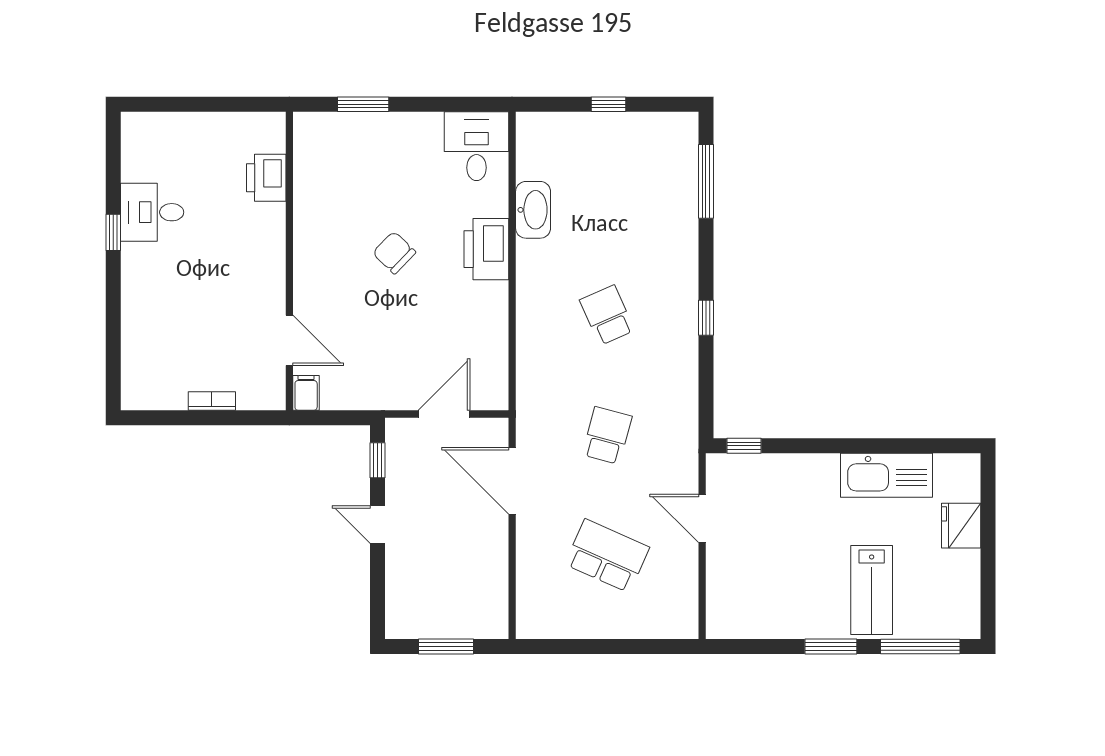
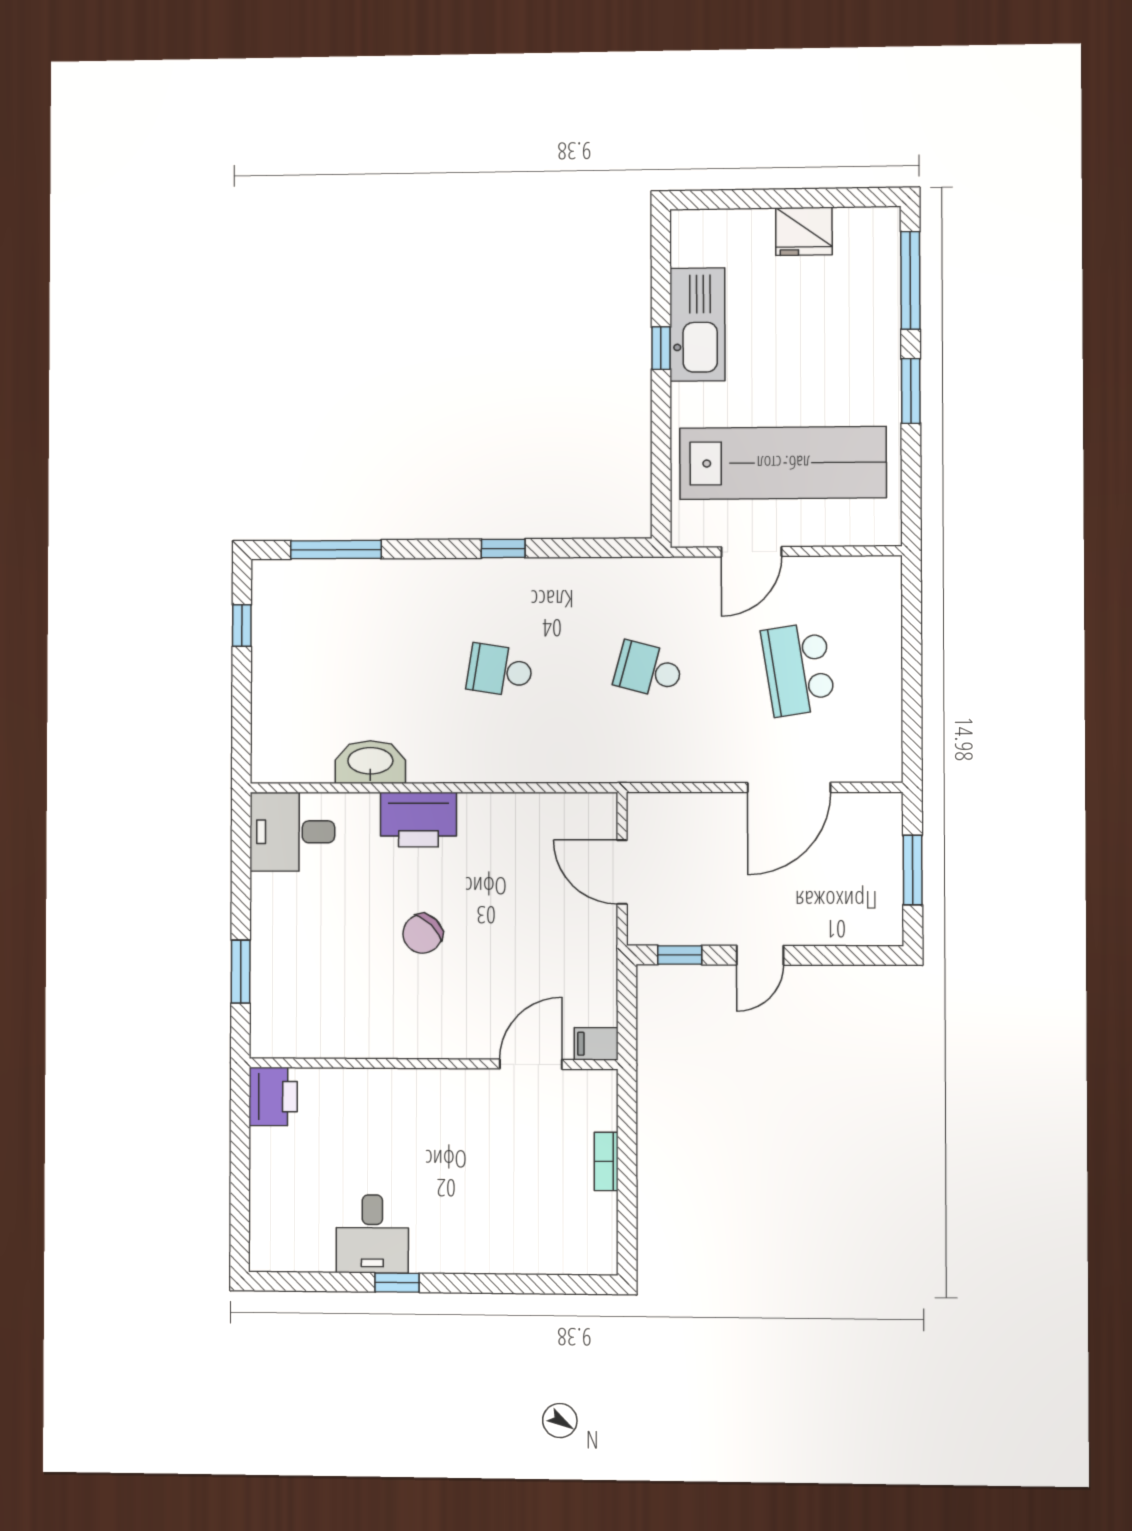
window: (608, 104) -> (242, 626), moved
printer: (266, 178) -> (273, 1097), moved, turned -90
school desk: (607, 315) -> (500, 670), turned 33
window: (744, 446) -> (661, 348), moved
door: (512, 481) -> (789, 787), moved
fridge: (961, 526) -> (804, 231), moved
school desk: (607, 556) -> (798, 669), turned -33
lab bench: (872, 590) -> (783, 463), moved, width x1.86, depth x1.39

